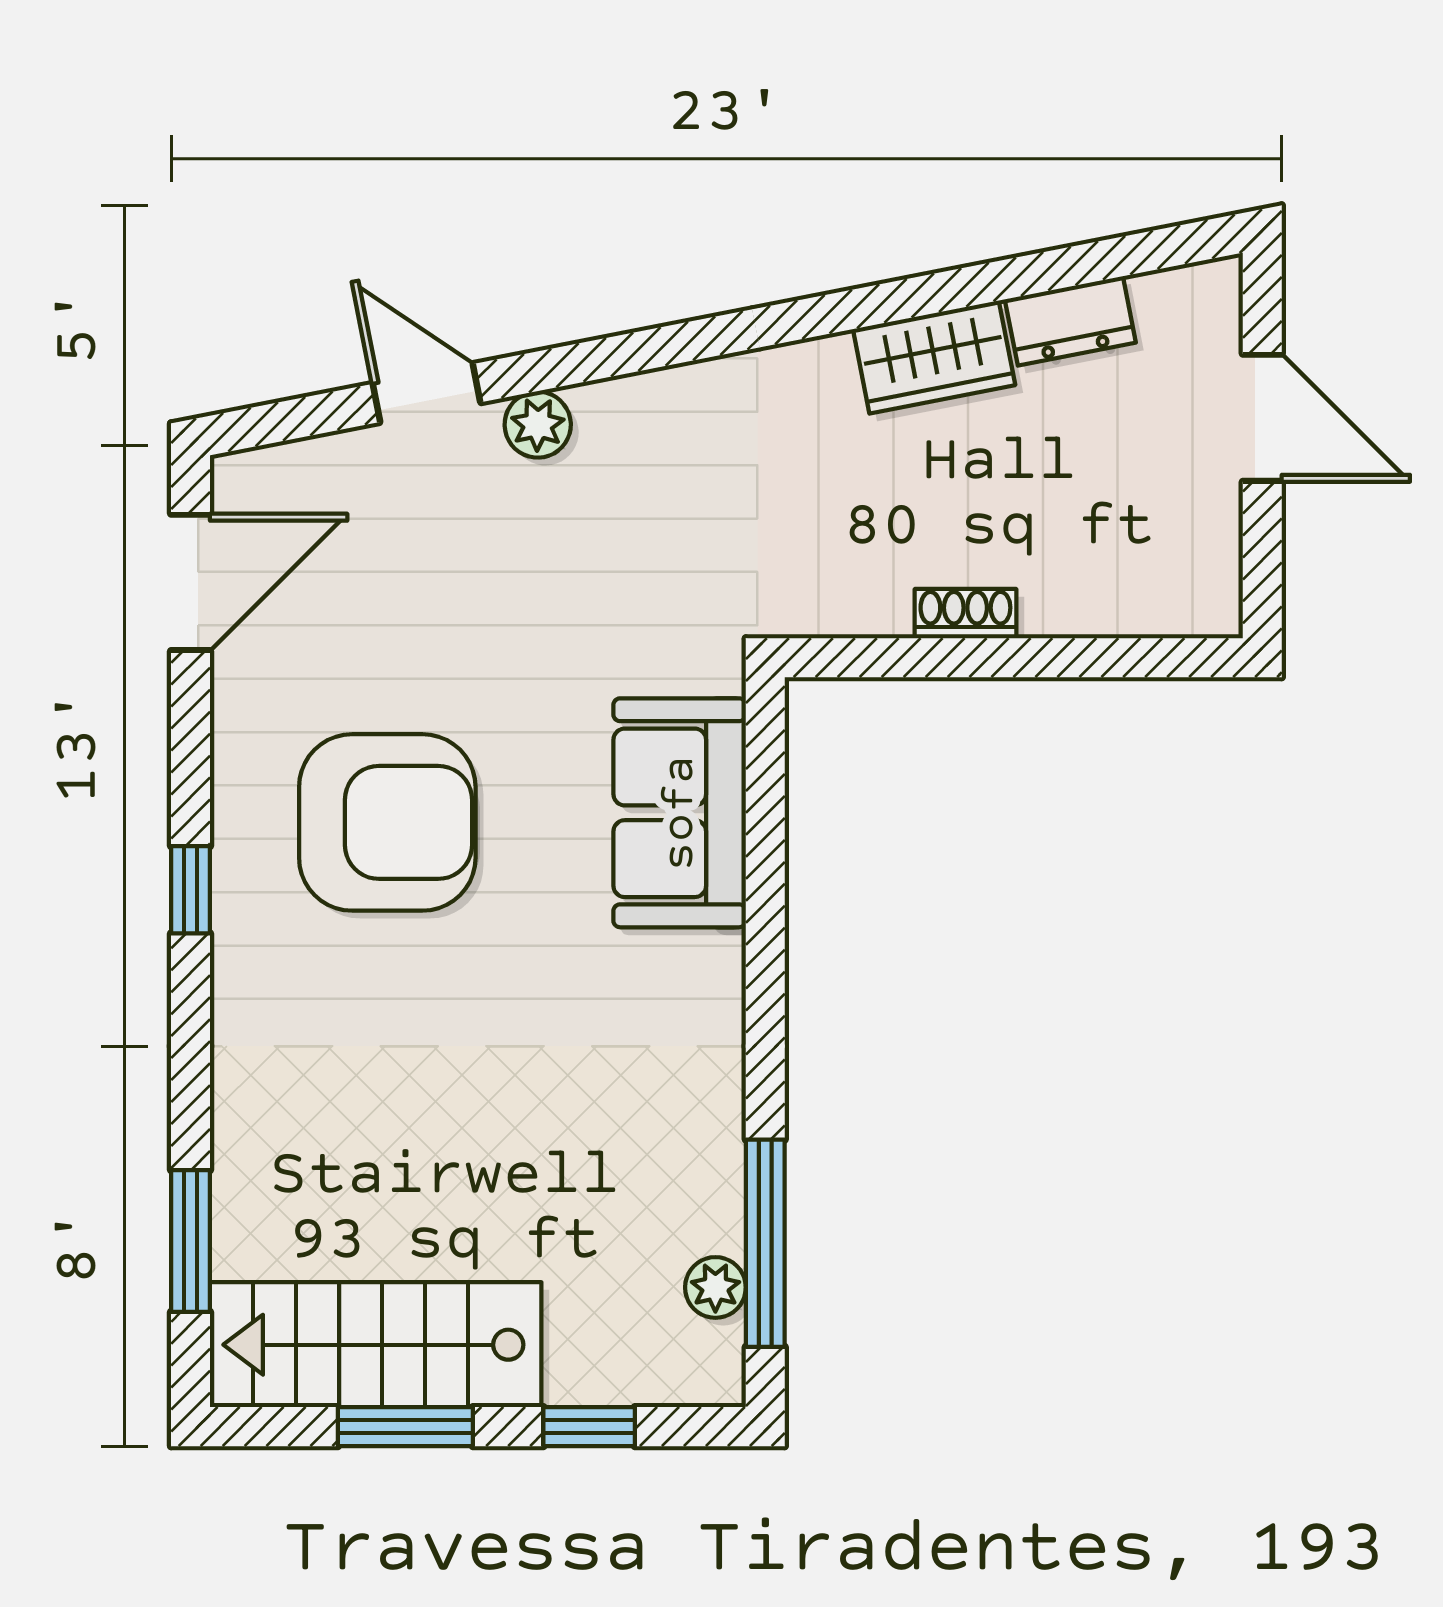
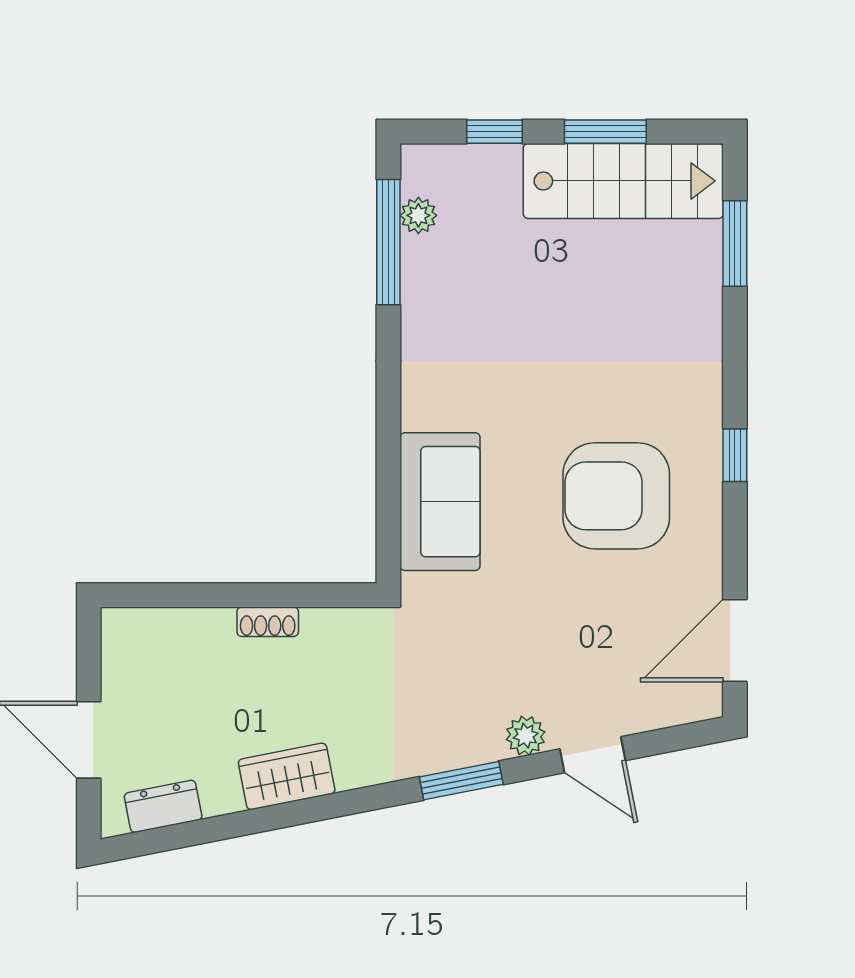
dresser: (1070, 321) -> (163, 806), moved
window: (644, 350) -> (461, 781), added

